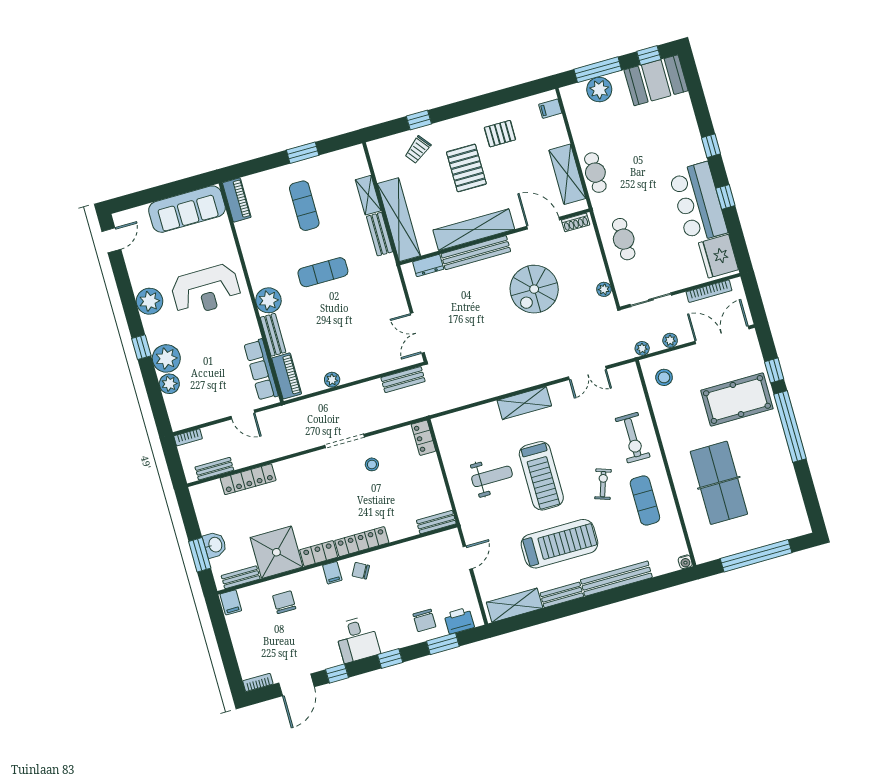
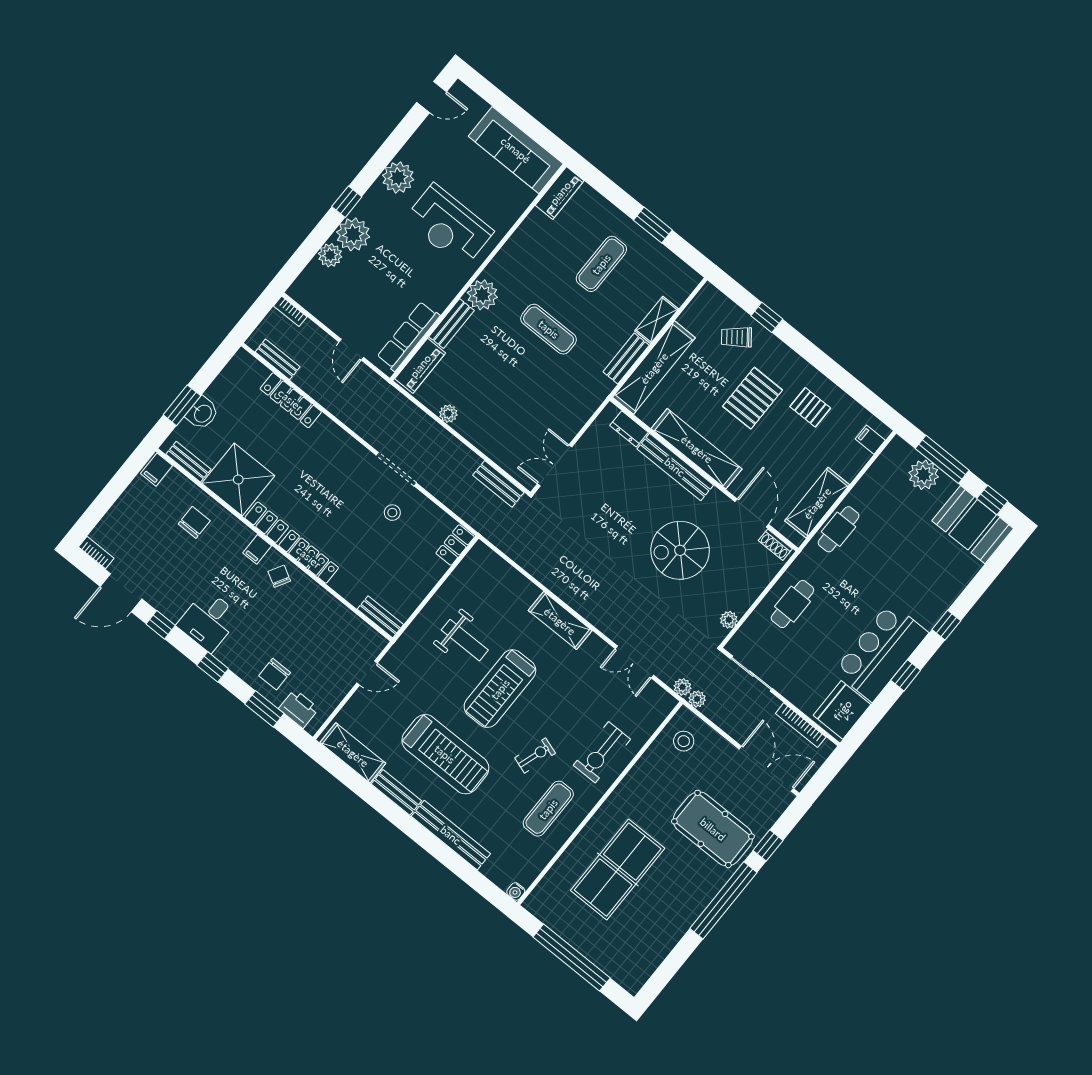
plant: (670, 340) -> (683, 687), moved

